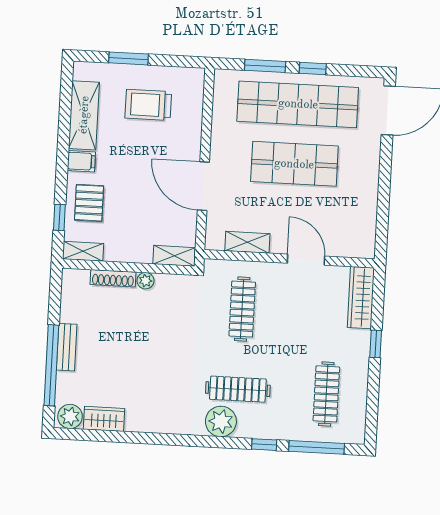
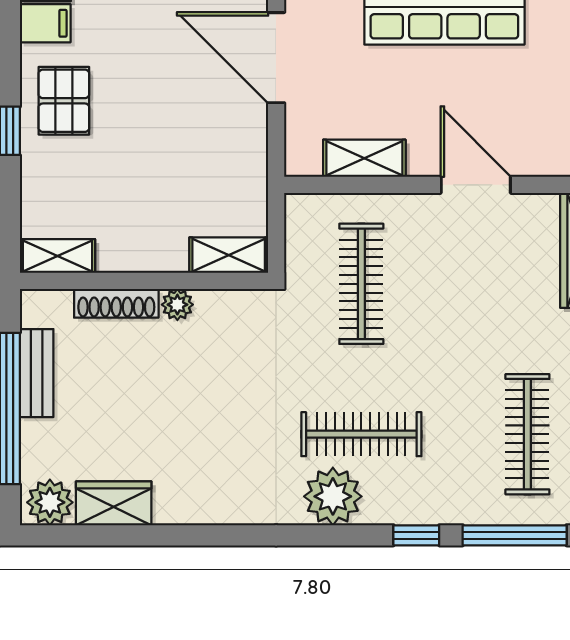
shelving: (83, 251) -> (57, 256), moved
shelving: (174, 256) -> (229, 255), moved
wall: (128, 267) -> (144, 281), moved
shoe rack: (113, 278) -> (116, 303), moved
plant: (145, 281) -> (177, 305), moved

